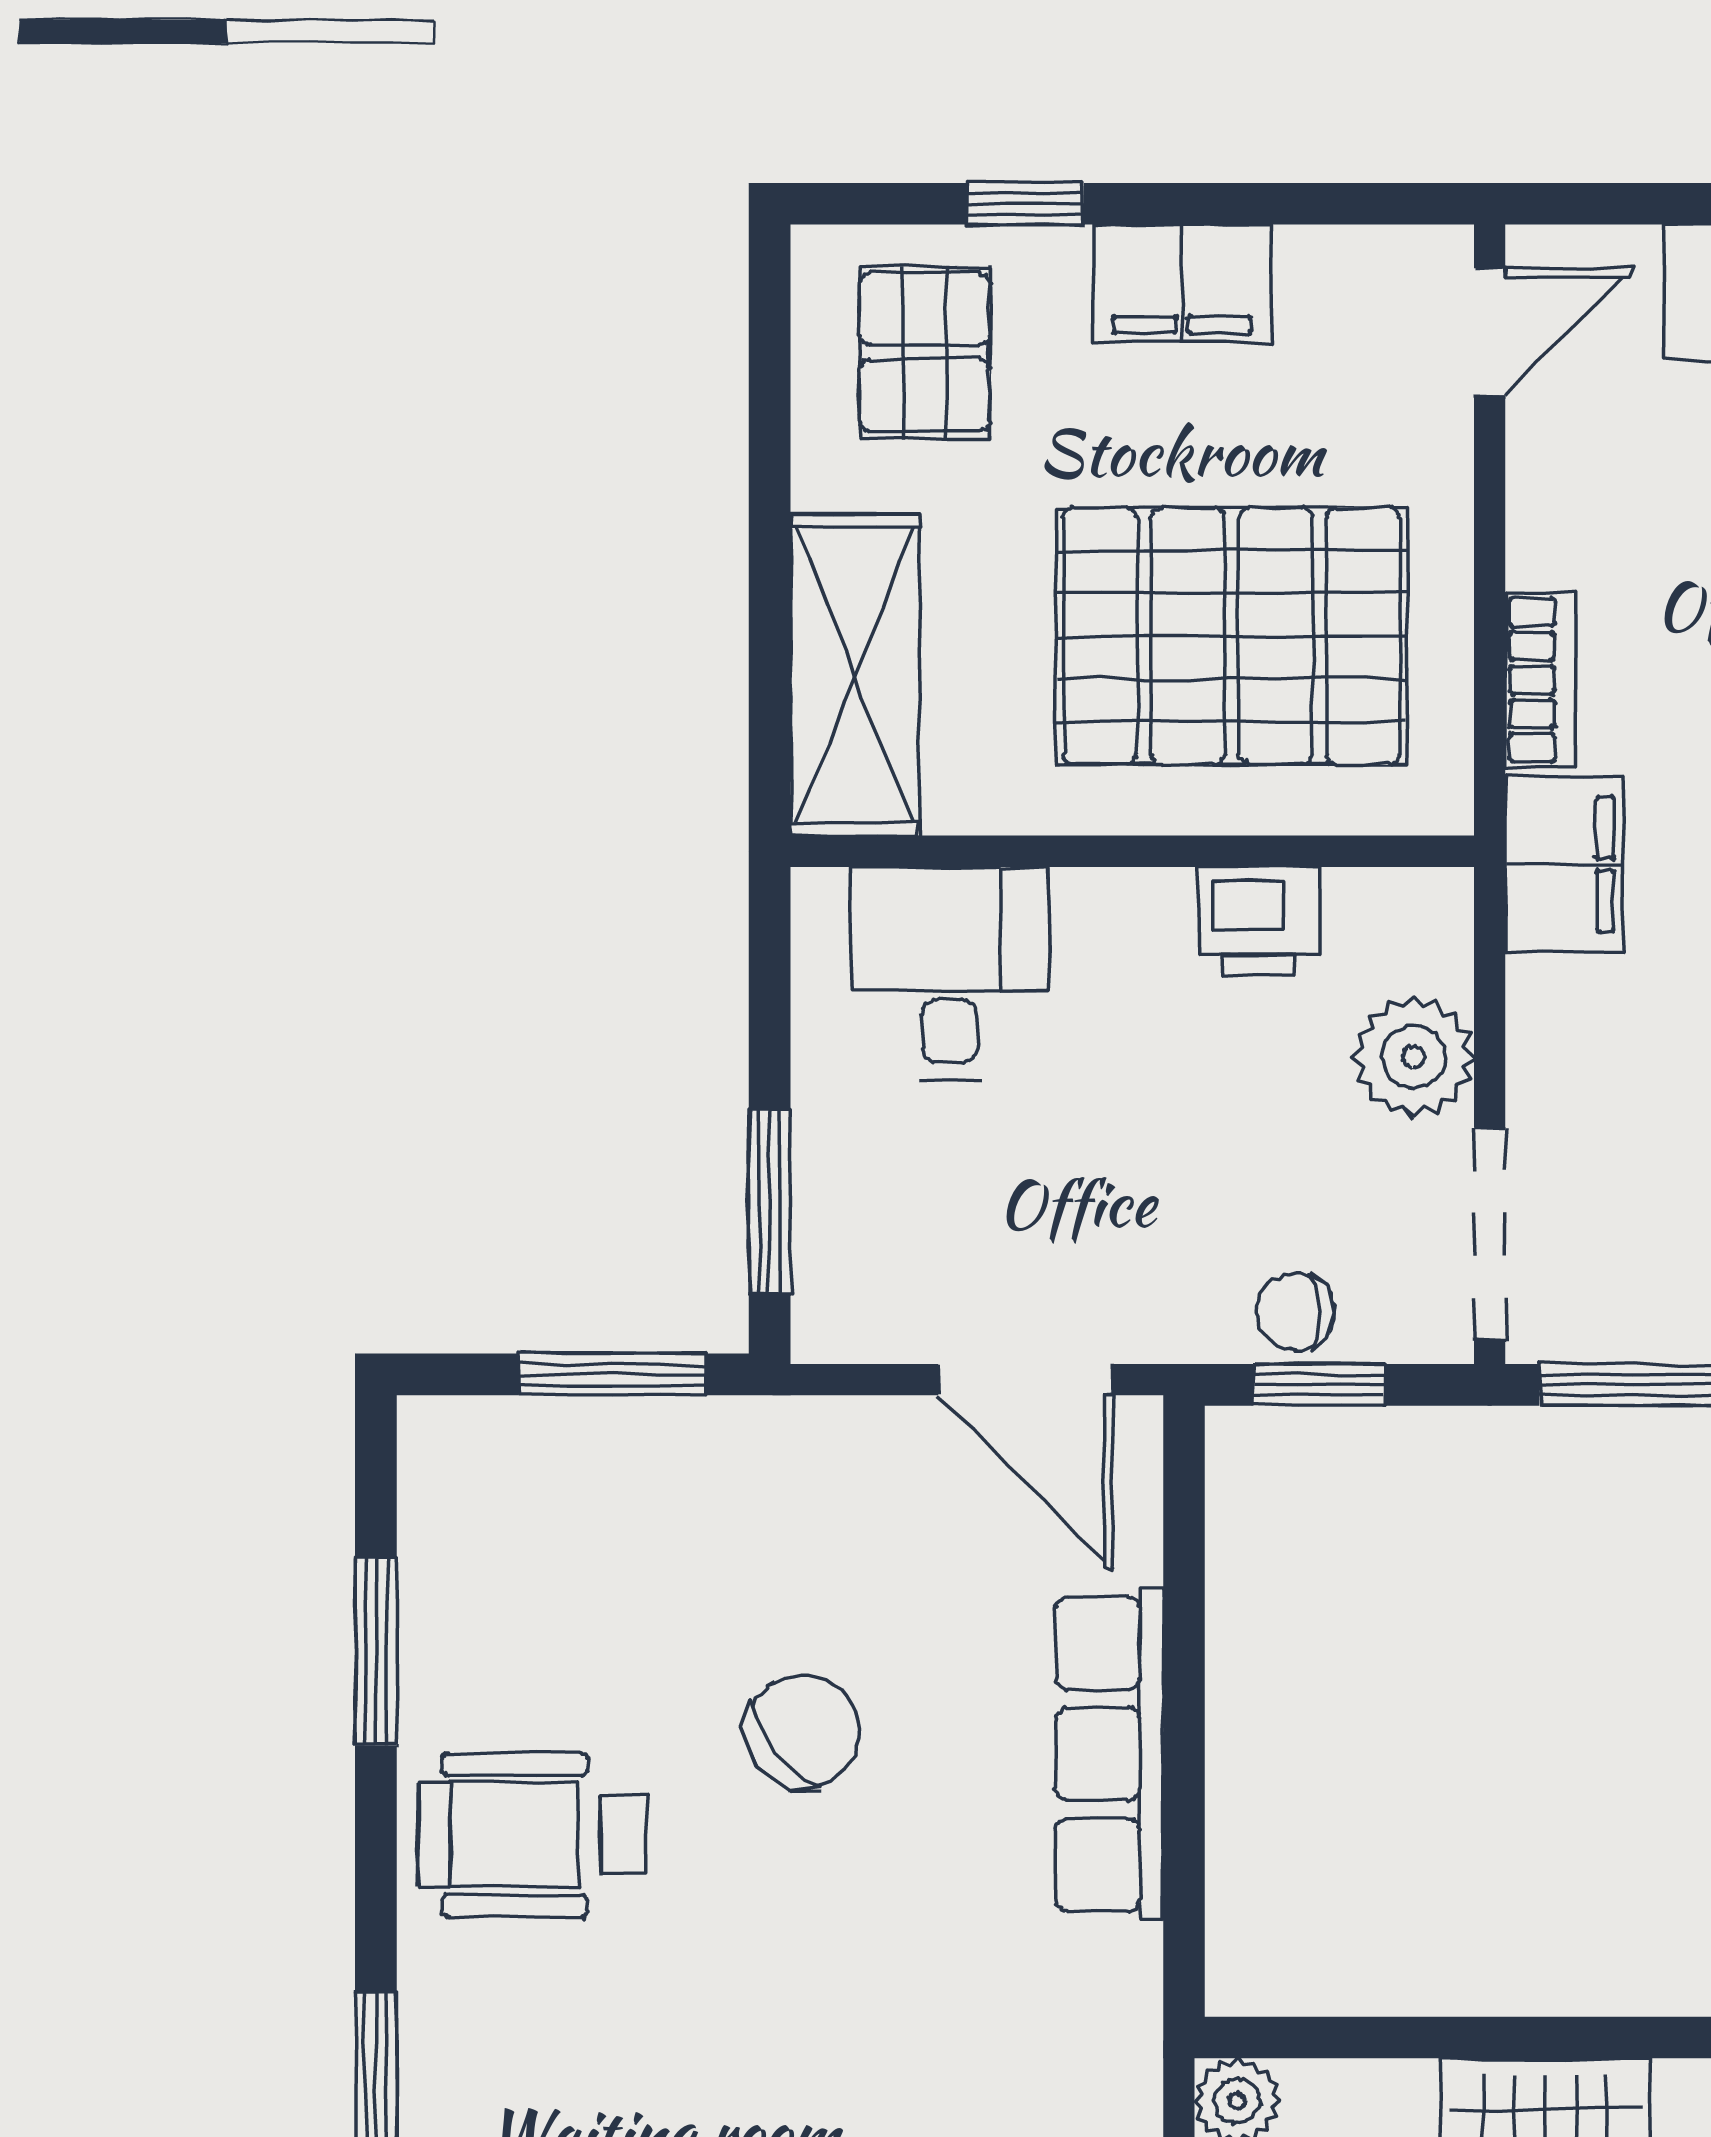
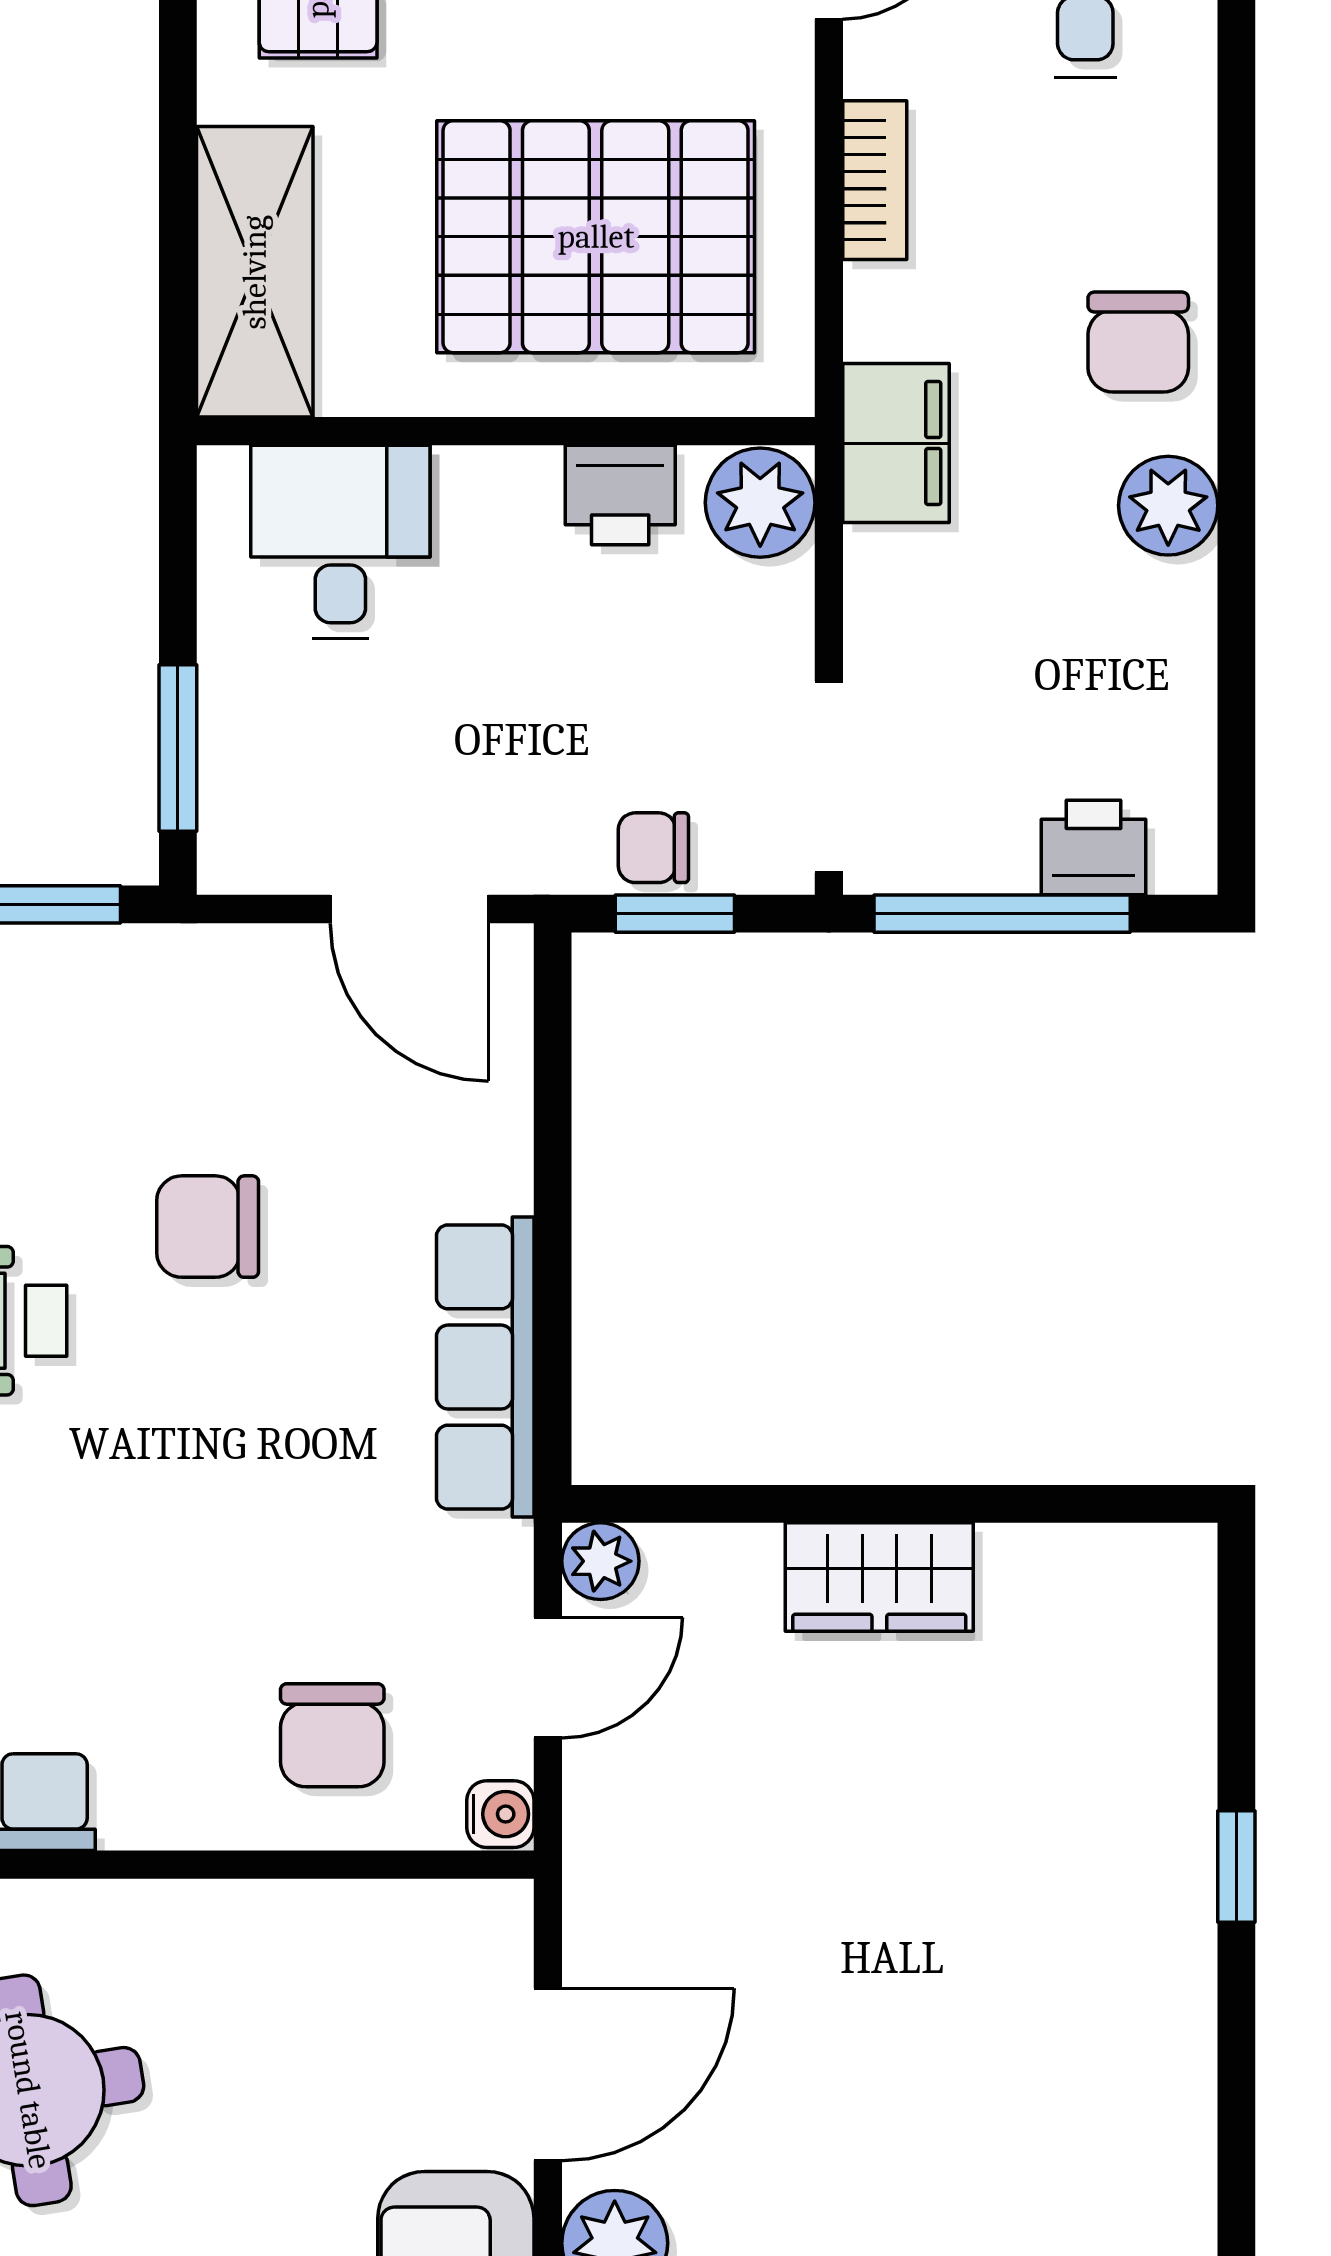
bookcase: (1540, 680) -> (875, 180), moved
plant: (1414, 1057) -> (760, 503), moved
chair: (803, 1731) -> (208, 1227), turned -142
row of seats: (1110, 1754) -> (485, 1367), moved

